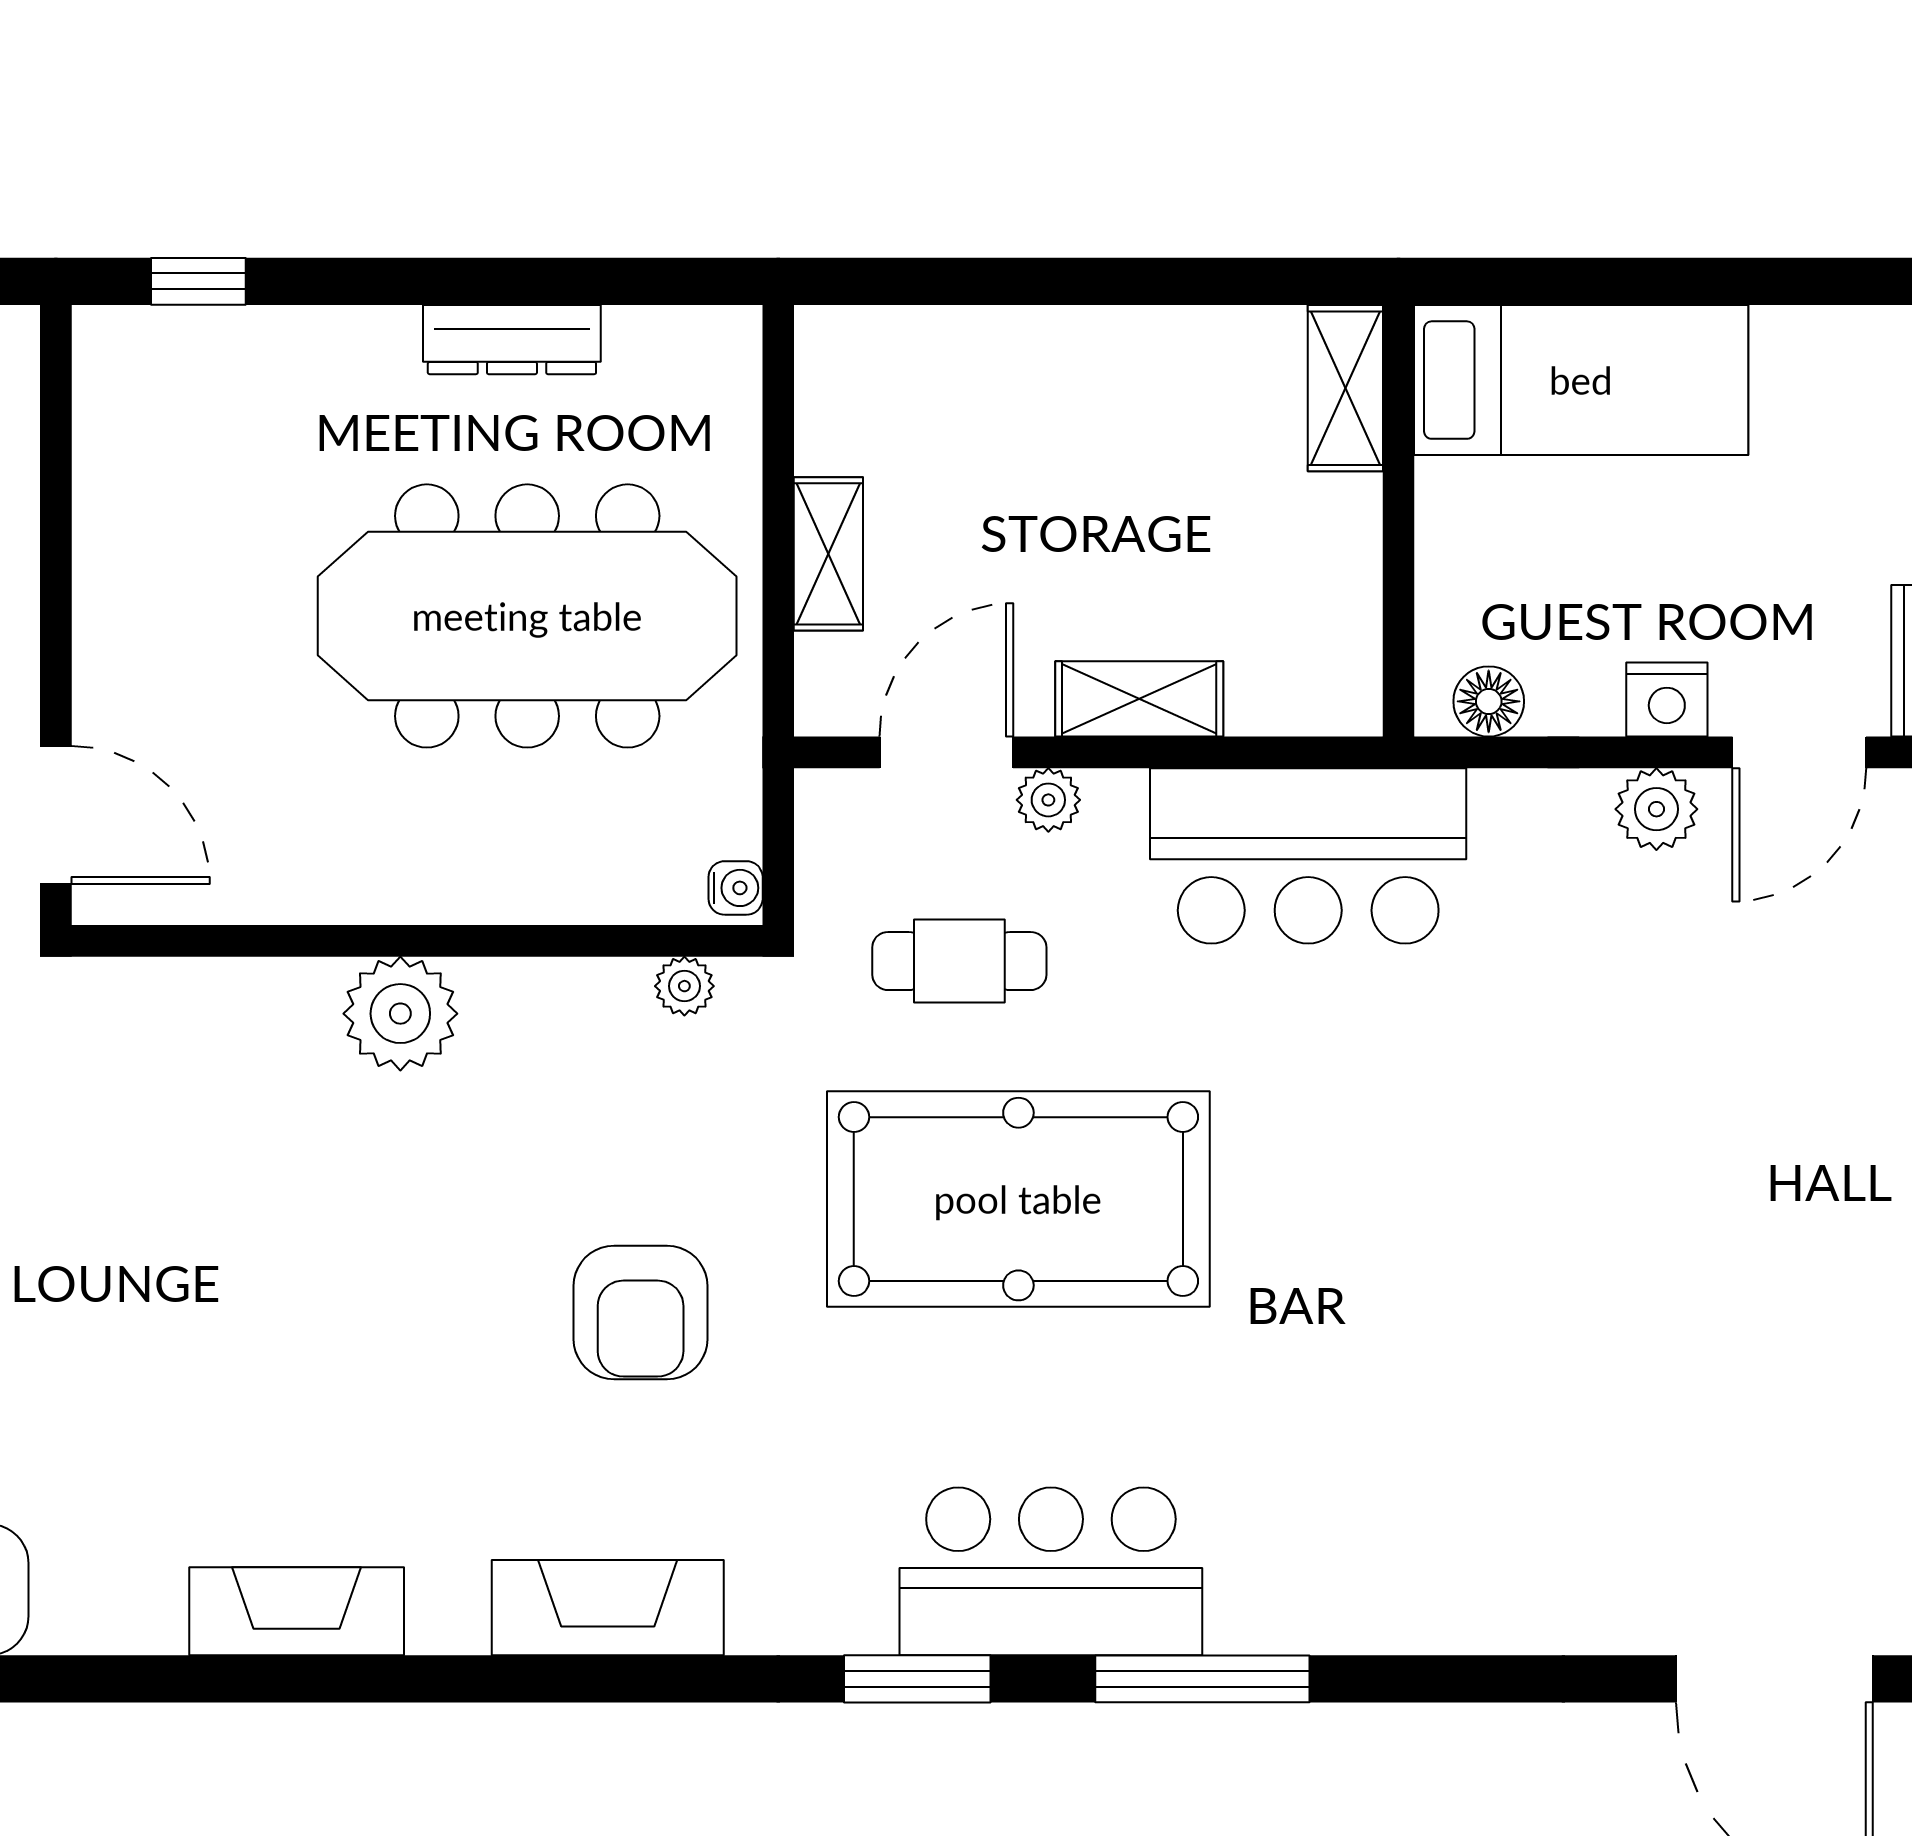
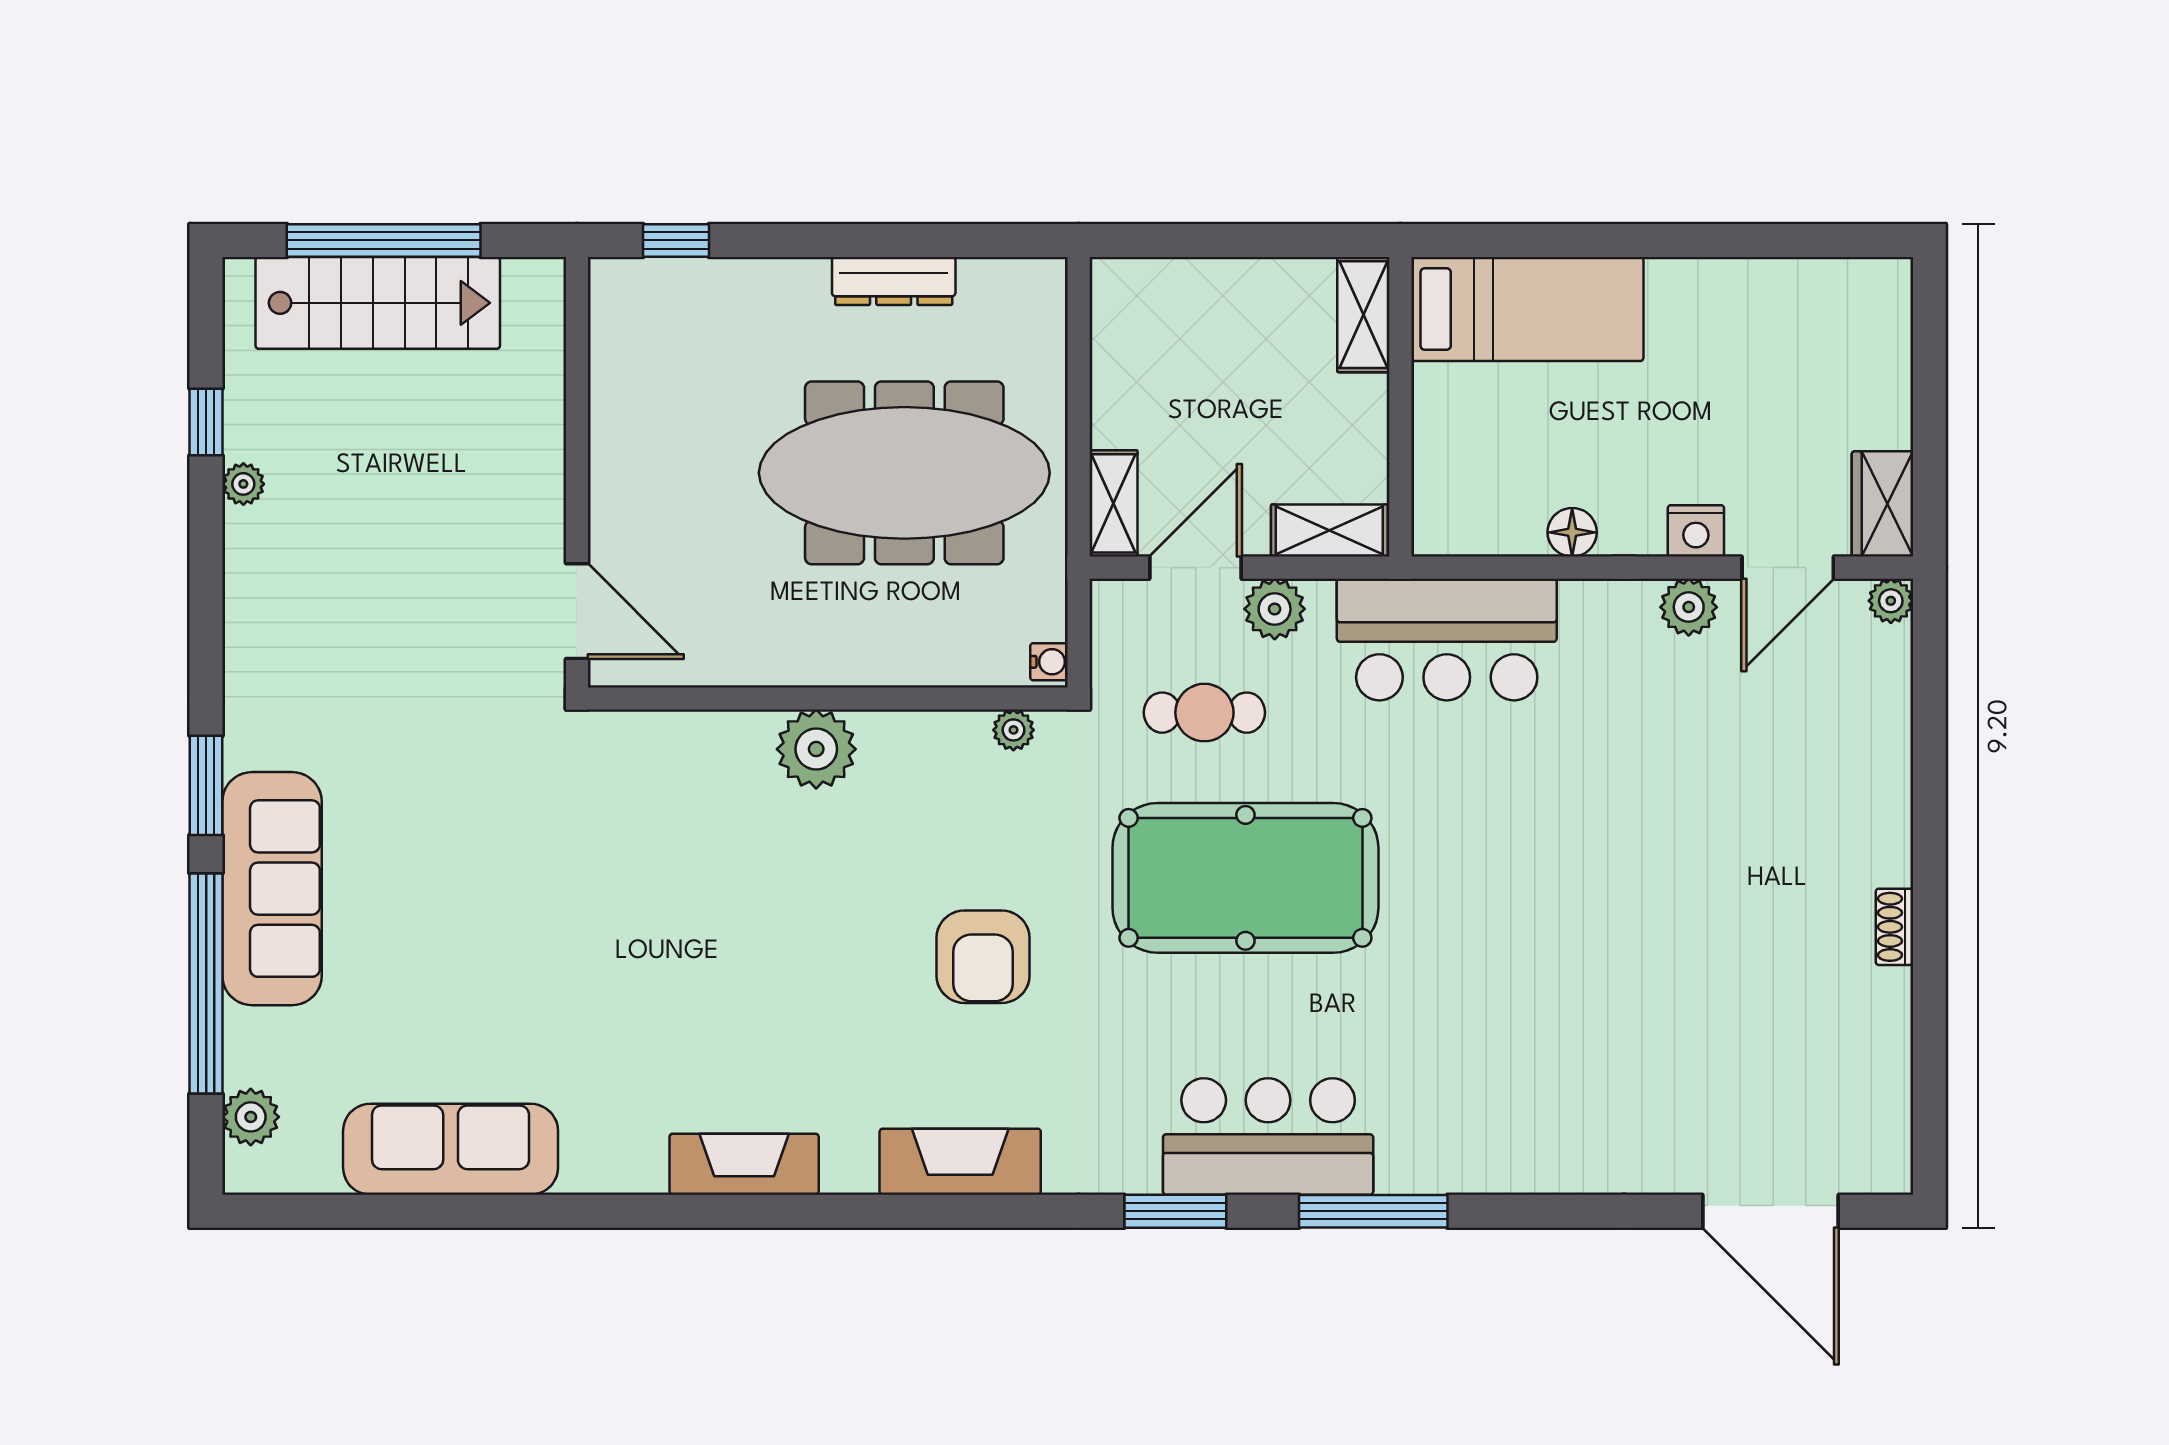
bed: (1581, 380) -> (1527, 309), moved
shelving: (1345, 388) -> (1363, 315), moved
wall: (1398, 521) -> (1400, 407), moved
shelving: (828, 554) -> (1114, 503), moved
plant: (1048, 800) -> (1275, 609), width x1.38, depth x1.38

